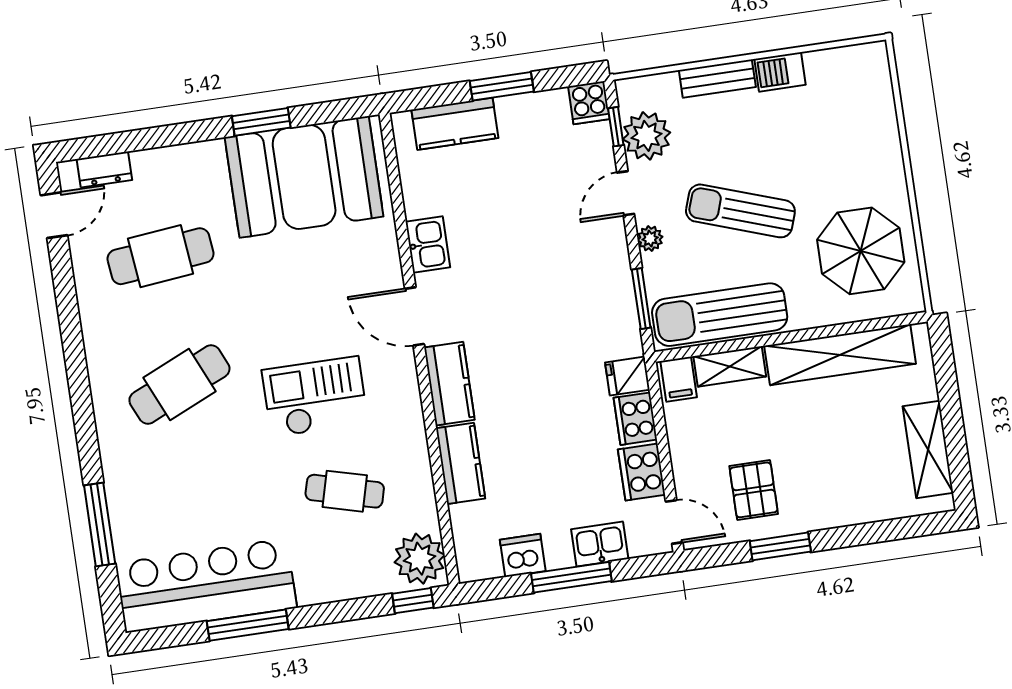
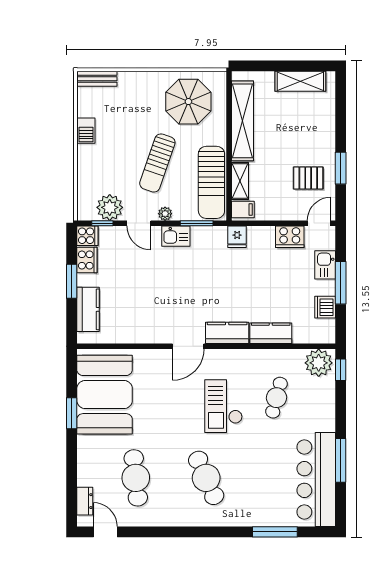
bench: (717, 79) -> (97, 79), moved, turned 90
kitchen sink: (428, 245) -> (176, 236), moved, turned 180
cooker: (635, 419) -> (87, 260), moved, turned -90

